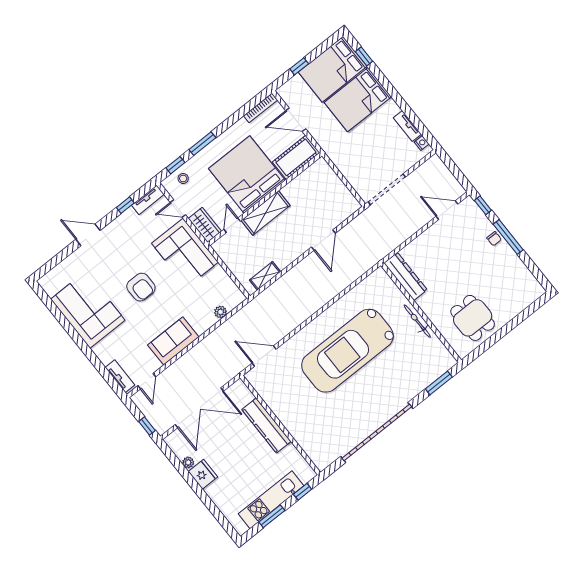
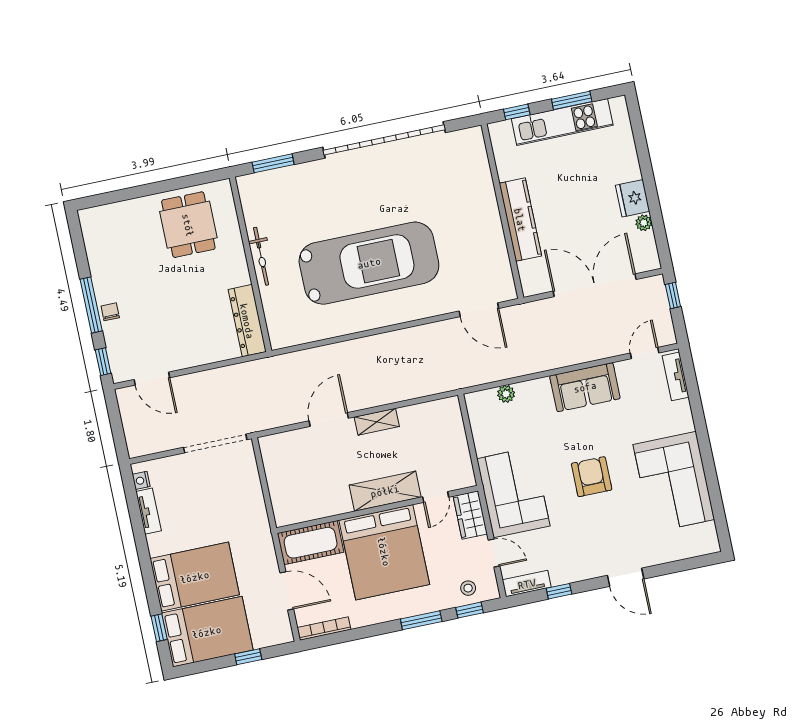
shelving: (265, 276) -> (377, 422), moved

